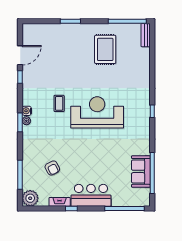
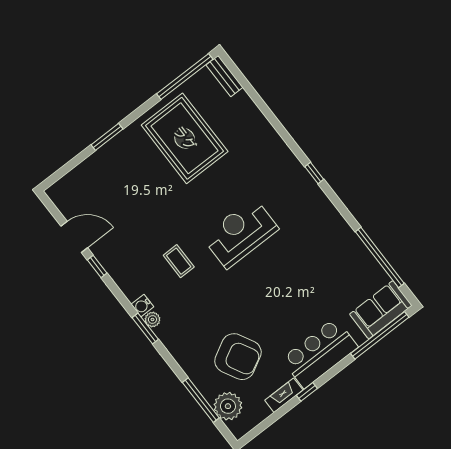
rug: (105, 49) -> (185, 138), width x1.37, depth x1.44
door: (20, 55) -> (74, 237), hinge flipped
reception desk: (97, 112) -> (240, 233), width x0.74, depth x0.77
armchair: (52, 168) -> (238, 357), width x1.88, depth x1.88
sofa: (141, 171) -> (381, 310), moved, turned 90
plant: (30, 198) -> (228, 406), moved

